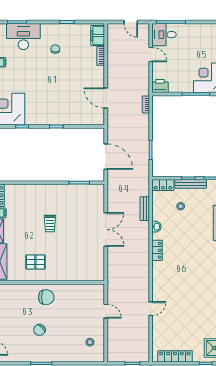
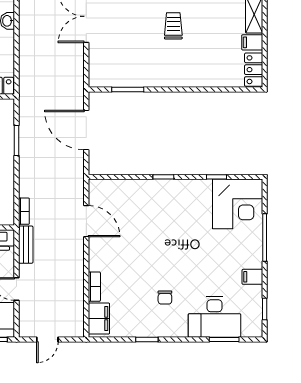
door: (131, 22) -> (47, 339), swing flipped
bench: (145, 209) -> (26, 245), moved

